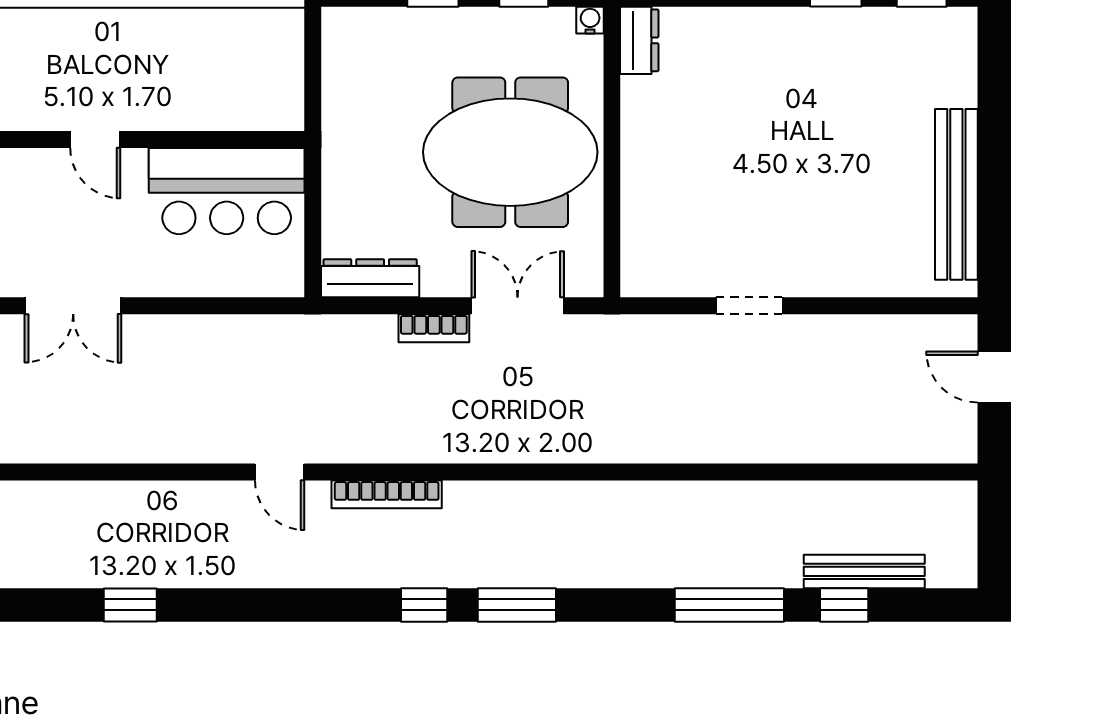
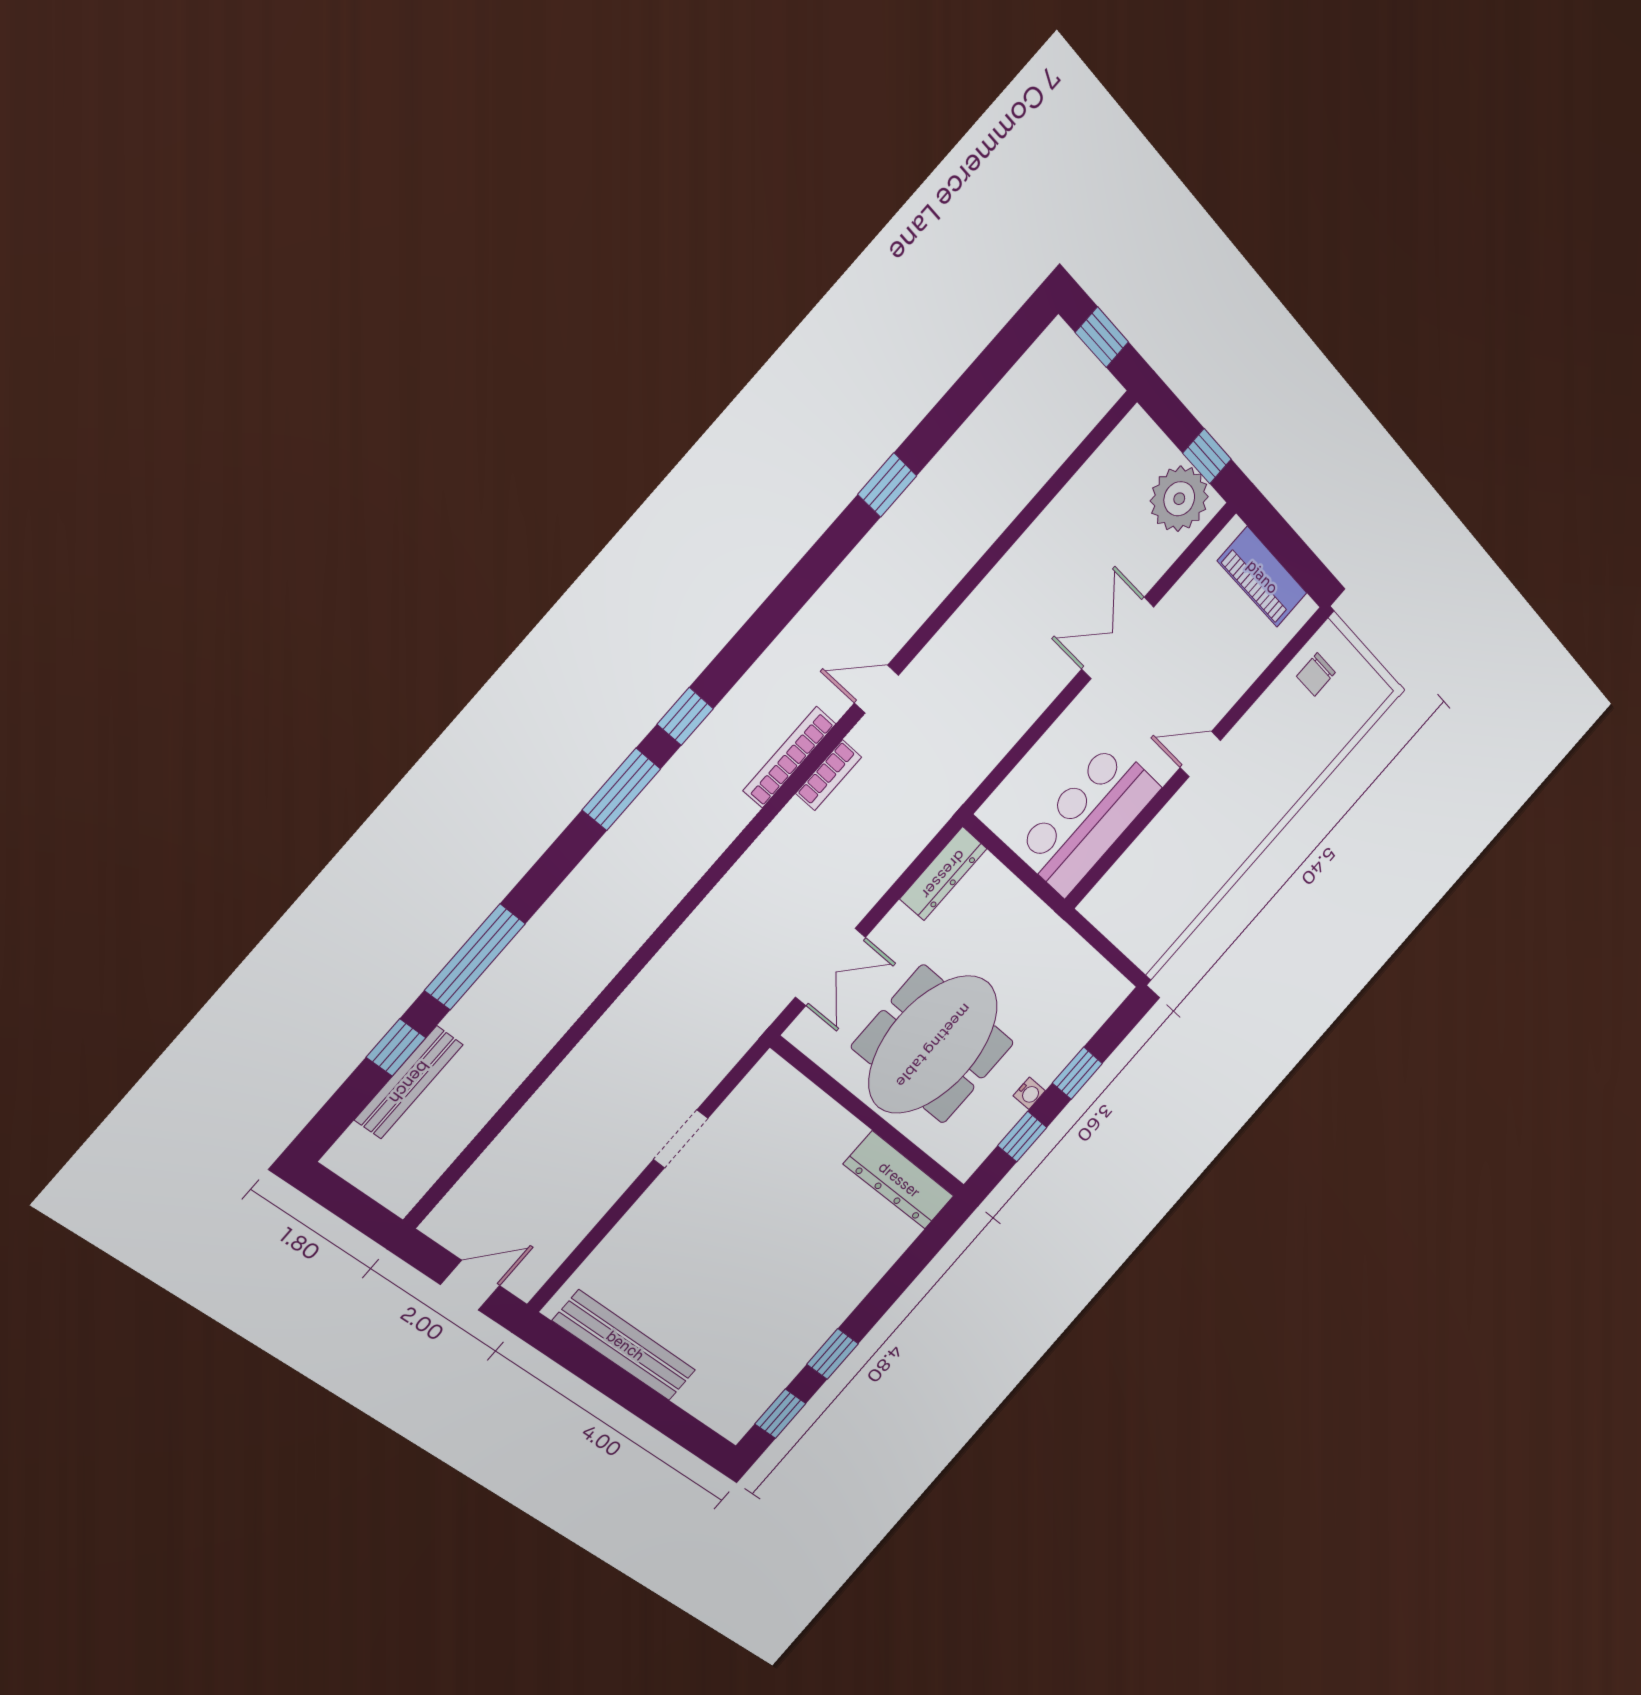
water cooler: (590, 20) -> (1029, 1093), moved
dresser: (639, 40) -> (899, 1180), width x1.96, depth x1.24
bookcase: (434, 328) -> (829, 775), moved, turned 180

